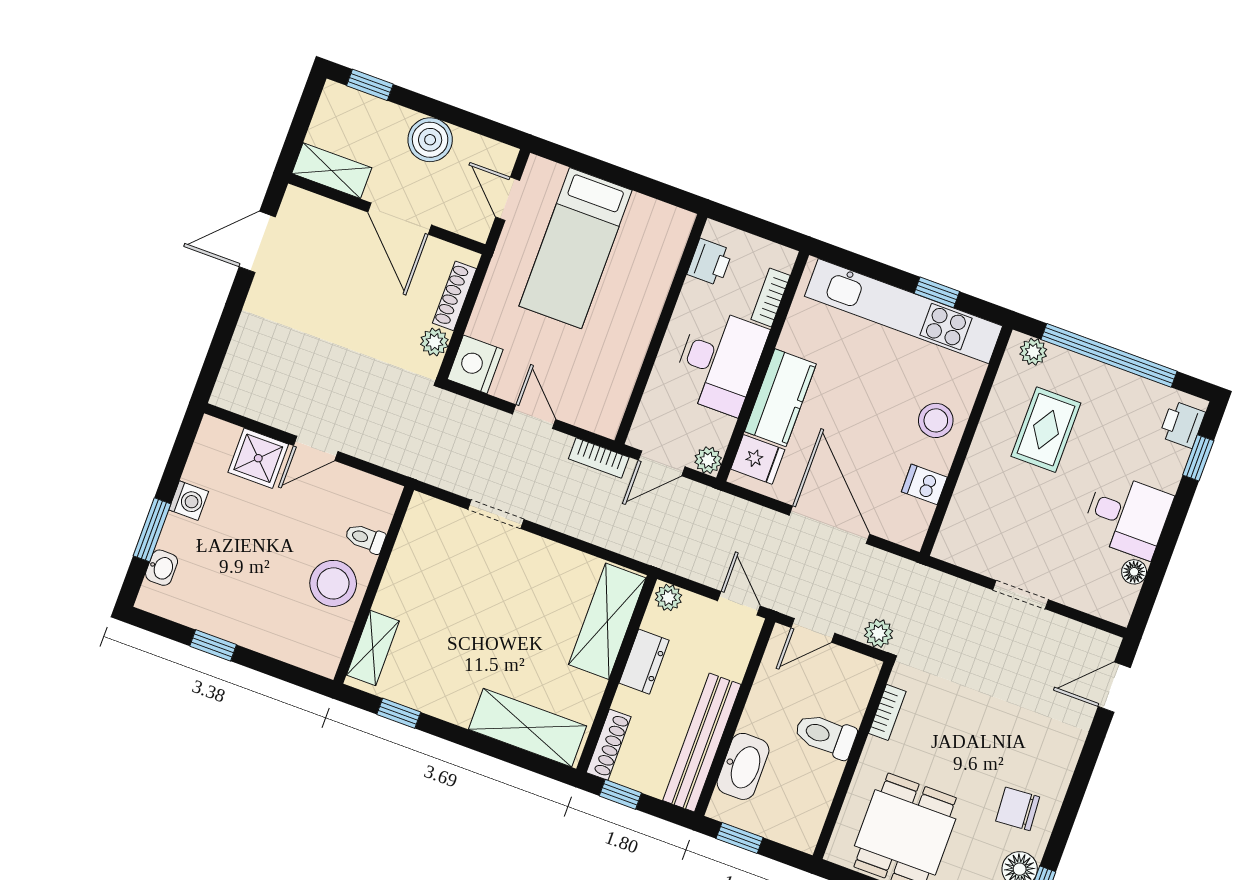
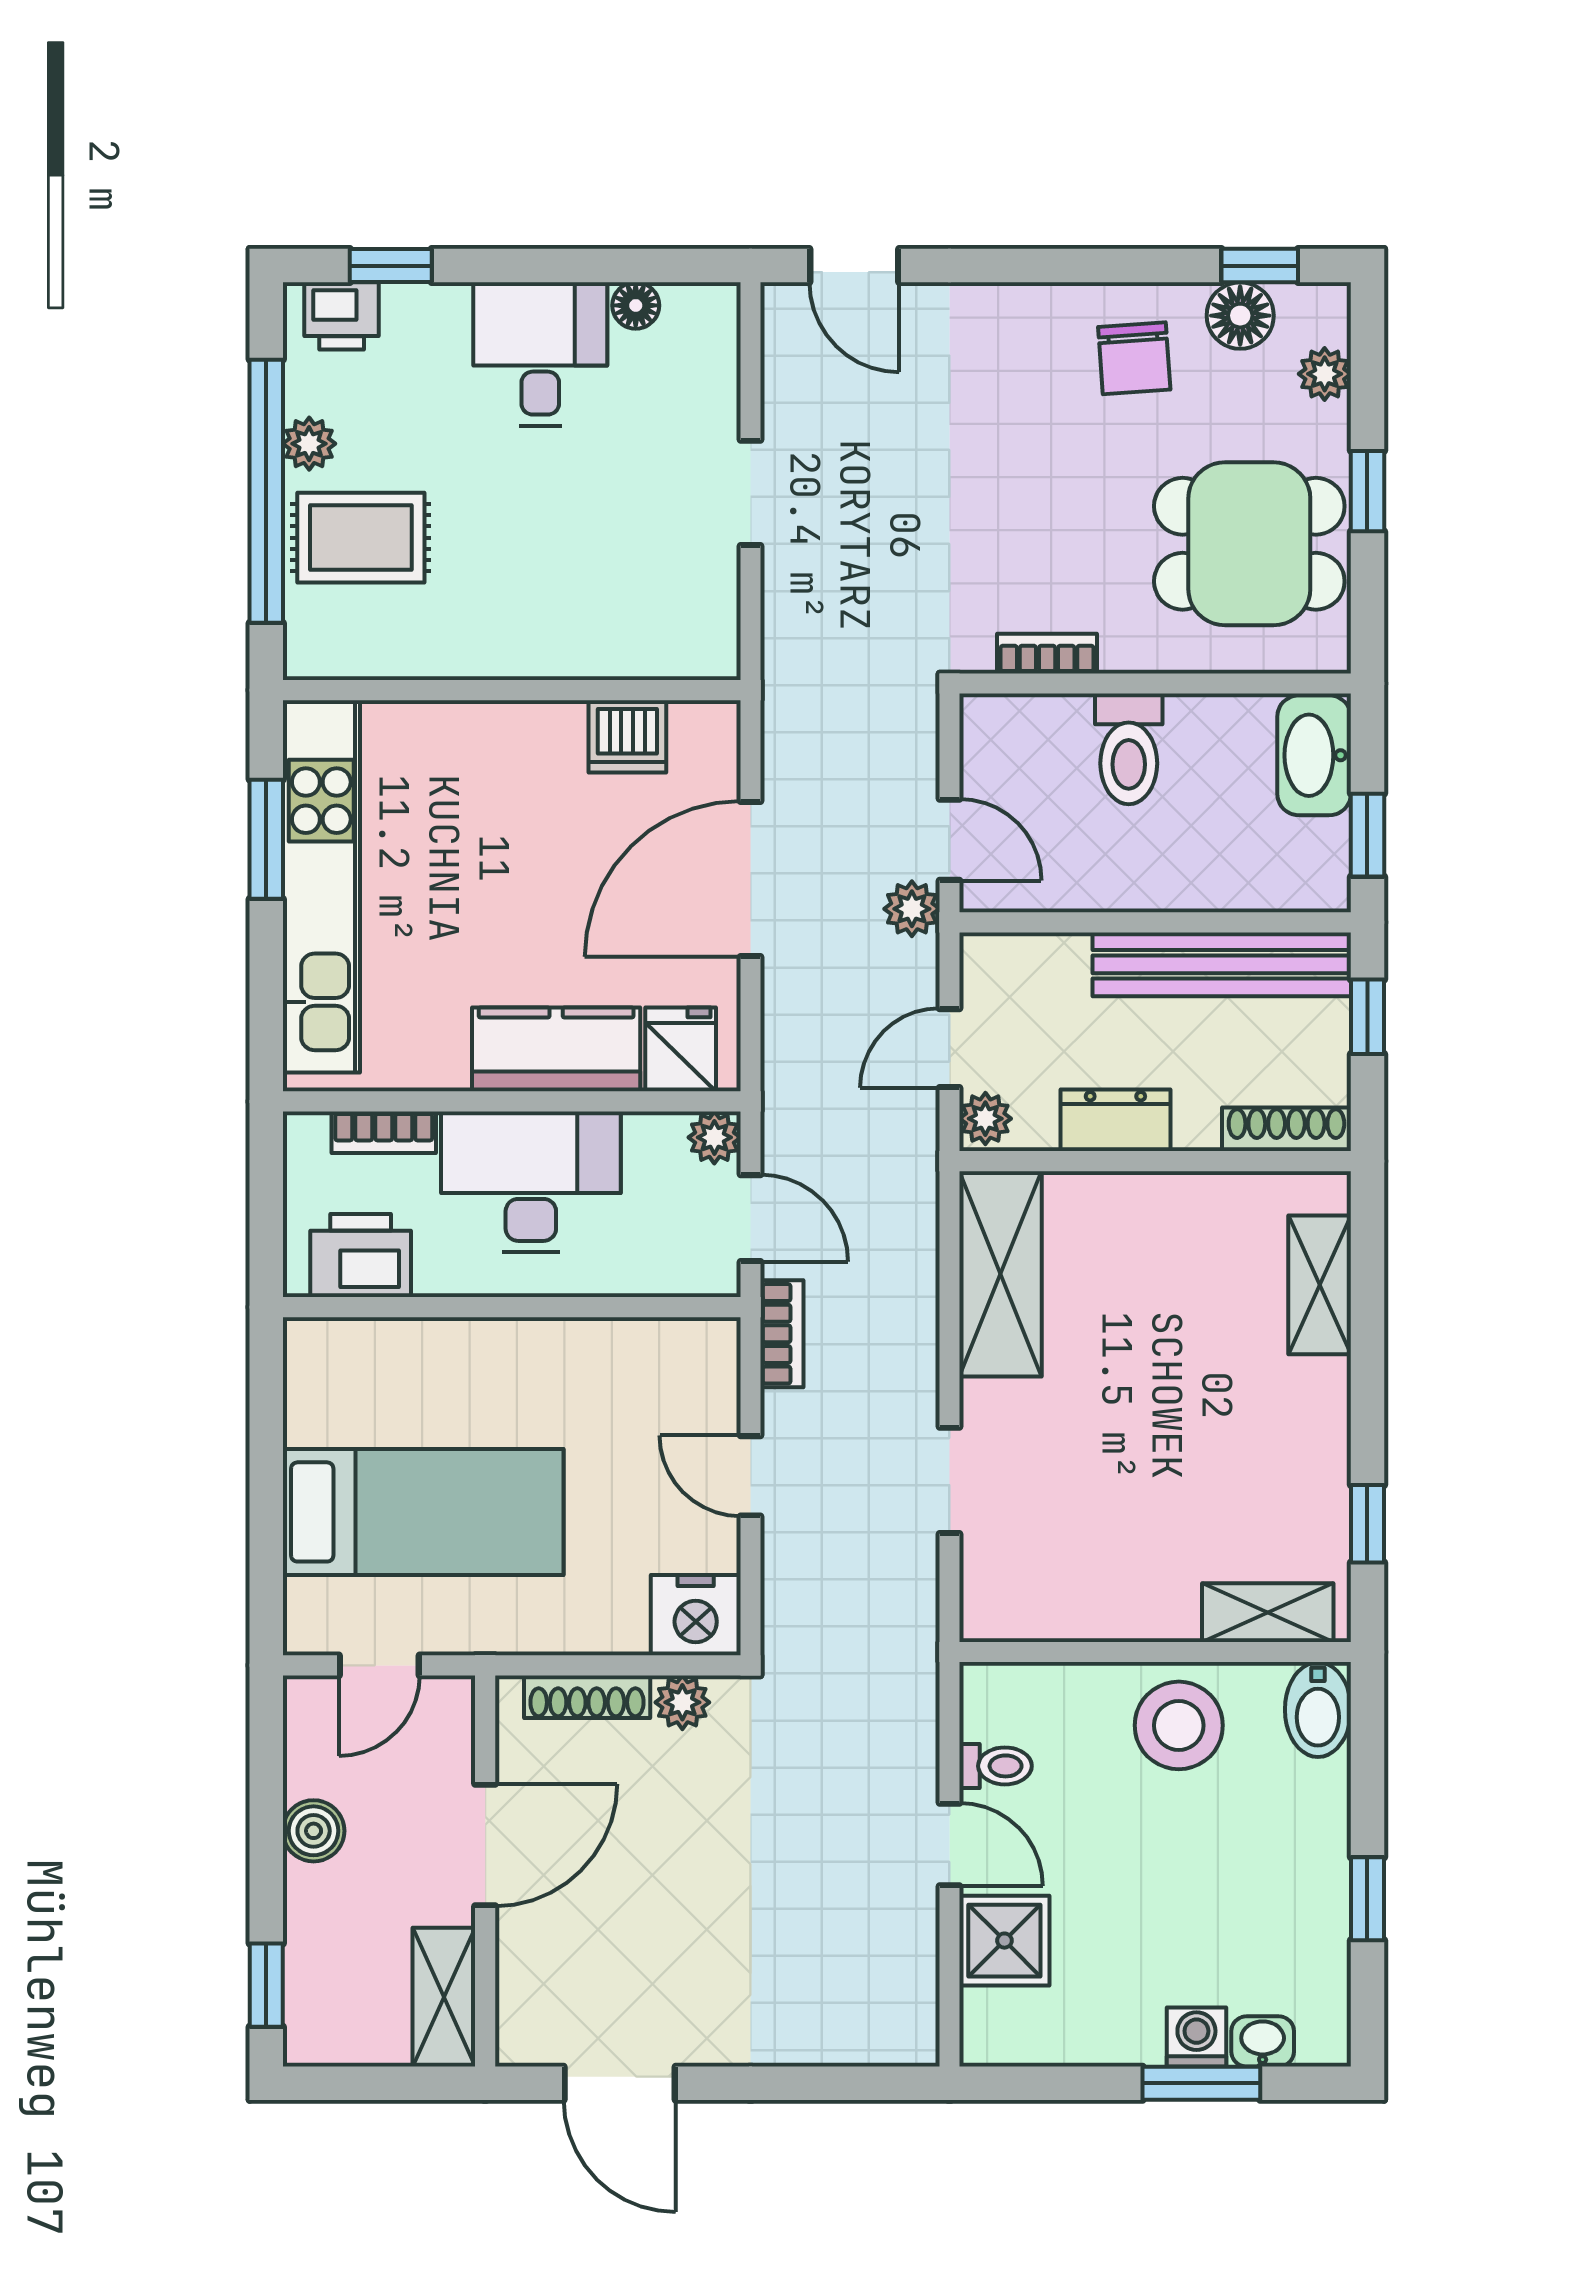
boiler: (430, 140) -> (314, 1831), width x0.73, depth x0.73
printer: (710, 262) -> (361, 1255), width x1.36, depth x1.24
window: (937, 292) -> (266, 839), width x1.50
plant: (1033, 352) -> (309, 444), moved
door: (534, 417) -> (750, 1476), hinge flipped
stool: (936, 420) -> (495, 758), removed
rug: (1046, 430) -> (361, 538), moved
dishwasher: (924, 484) -> (627, 736), width x1.38
washing machine: (189, 501) -> (1196, 2037), moved
toilet: (365, 538) -> (996, 1766), moved, turned -90
door: (739, 603) -> (949, 1048), moved
shelving: (607, 621) -> (1001, 1274), moved, turned 90
plant: (879, 633) -> (912, 909), moved
bidet: (316, 655) -> (1318, 1710), added
shelving: (528, 728) -> (1320, 1285), width x0.67, depth x0.75
washbasin: (743, 766) -> (1314, 755), moved, turned -90
window: (620, 794) -> (1367, 1017), moved

